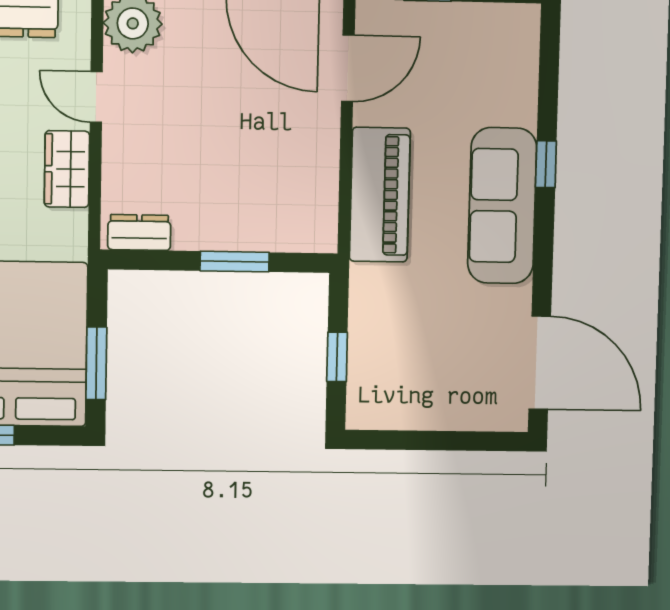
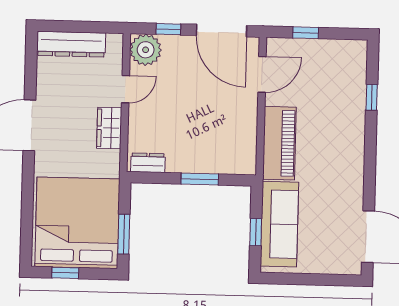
door: (96, 97) -> (125, 89), swing flipped
window: (546, 164) -> (372, 97), moved
sofa: (502, 206) -> (279, 224), moved, turned 180

